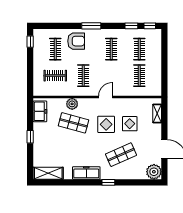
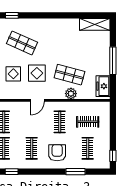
window: (91, 26) -> (76, 172), moved
armchair: (76, 41) -> (57, 153), moved, turned 90
window: (30, 137) -> (113, 61), width x2.17
shop shelf: (121, 155) -> (22, 43), turned 48
freezer: (86, 173) -> (57, 25), removed
window: (108, 182) -> (12, 15), moved

